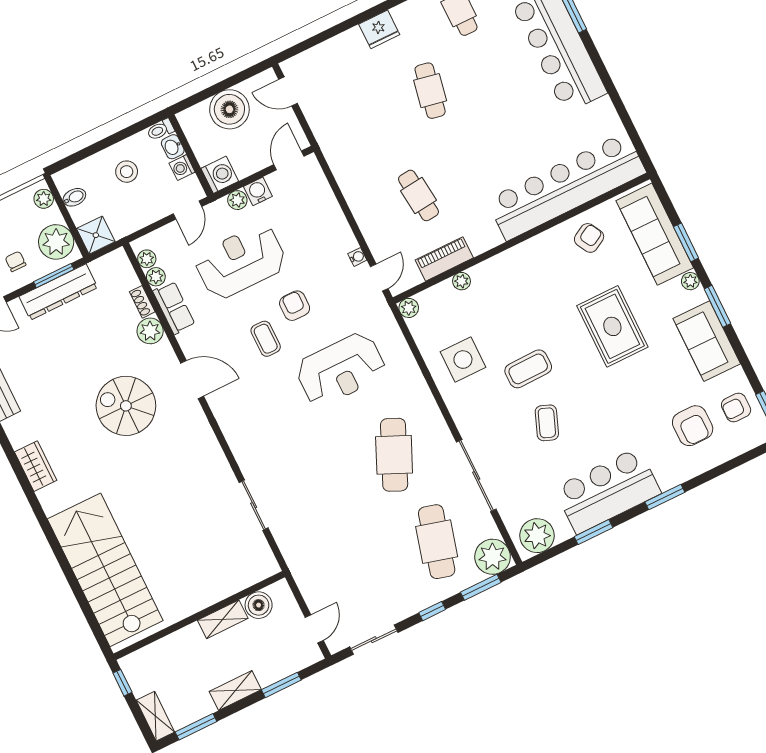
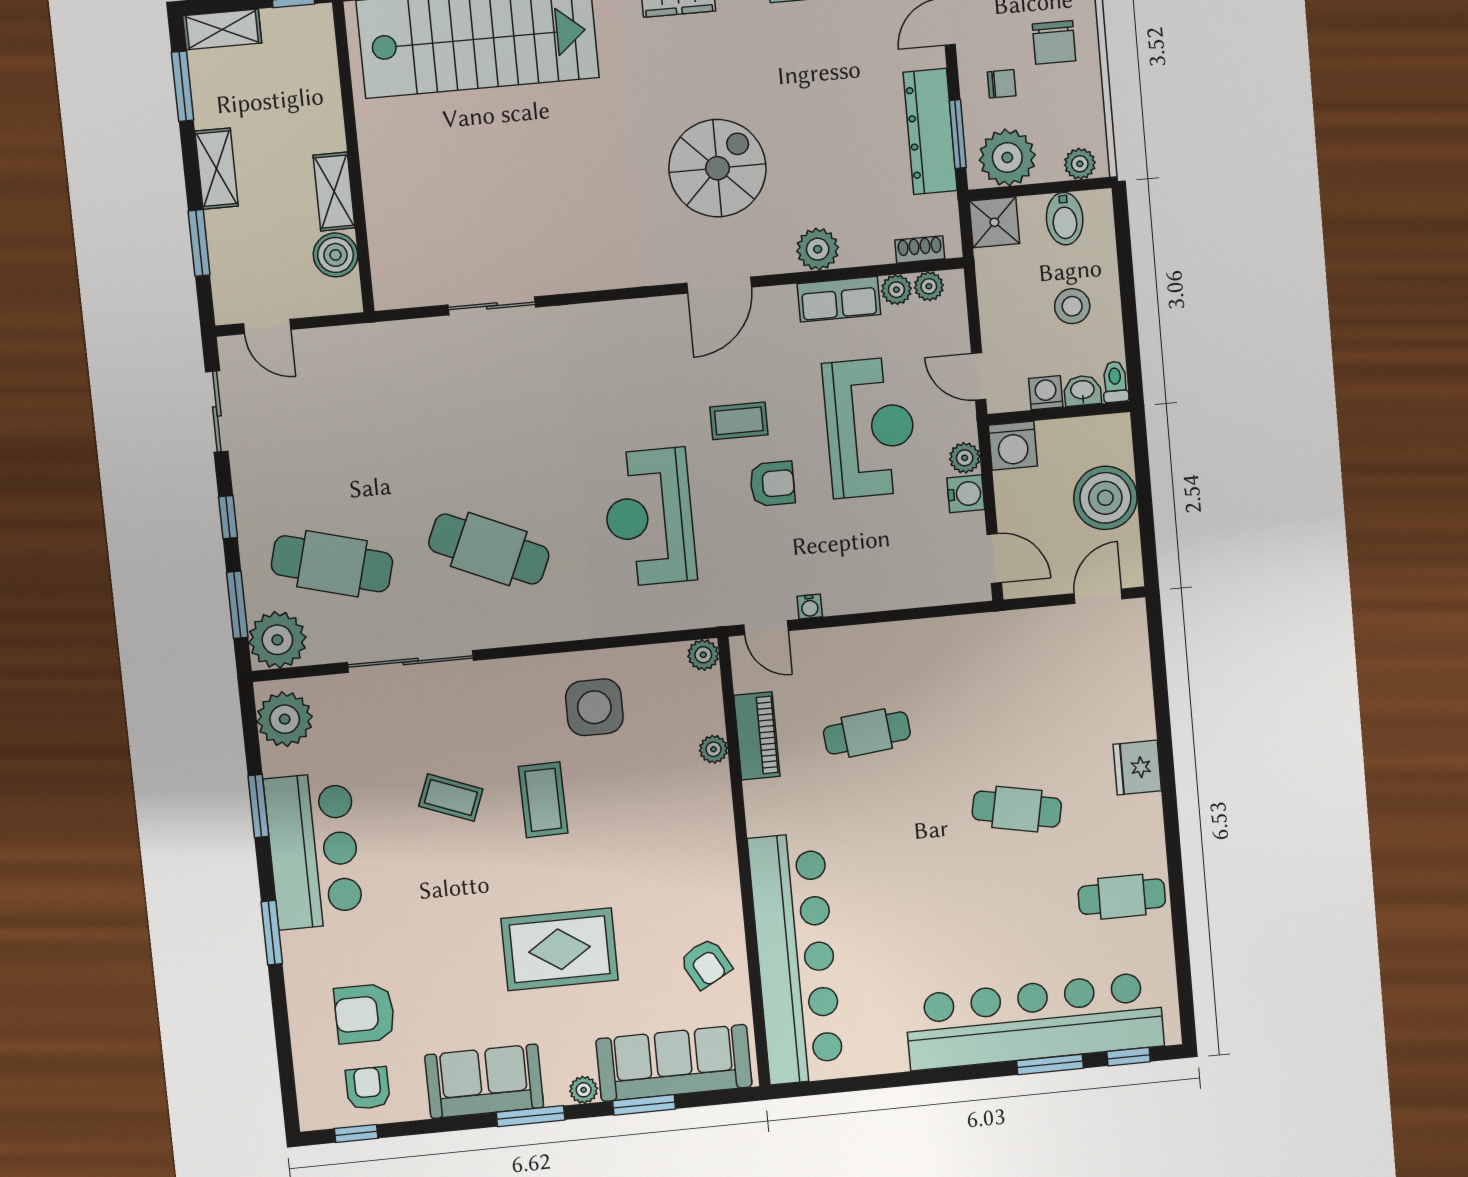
bidet: (74, 197) -> (1065, 219), width x1.38, depth x1.36
shoe rack: (142, 302) -> (920, 249), moved

